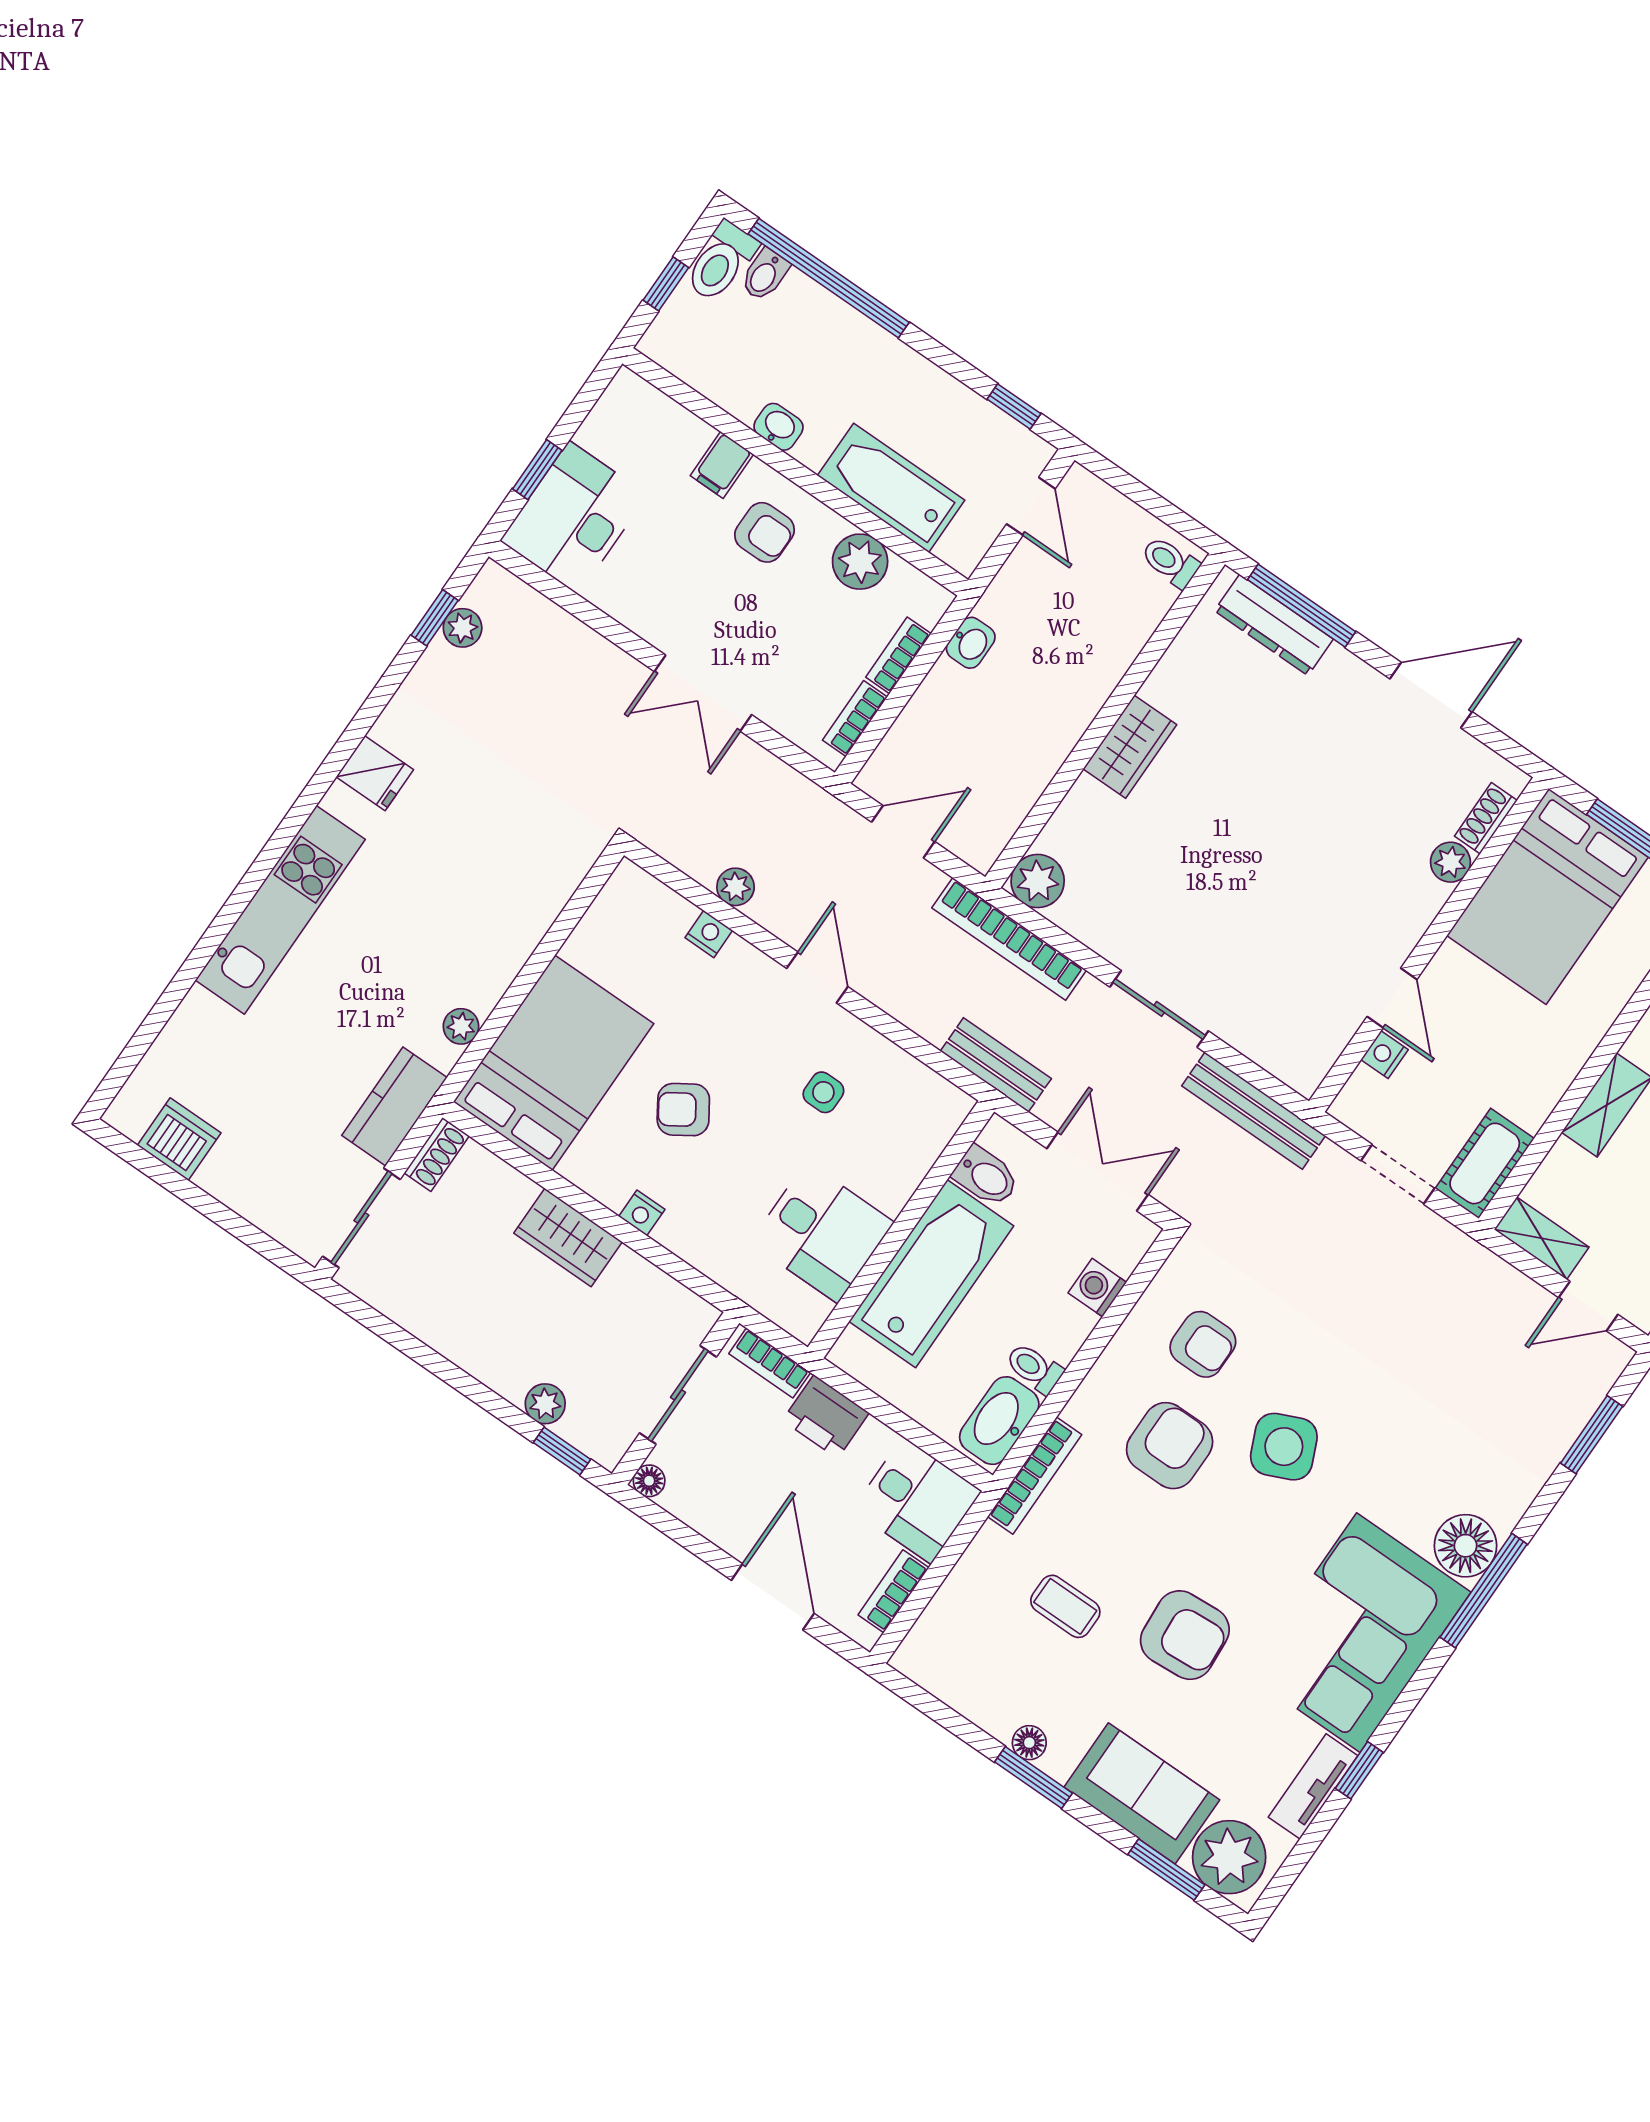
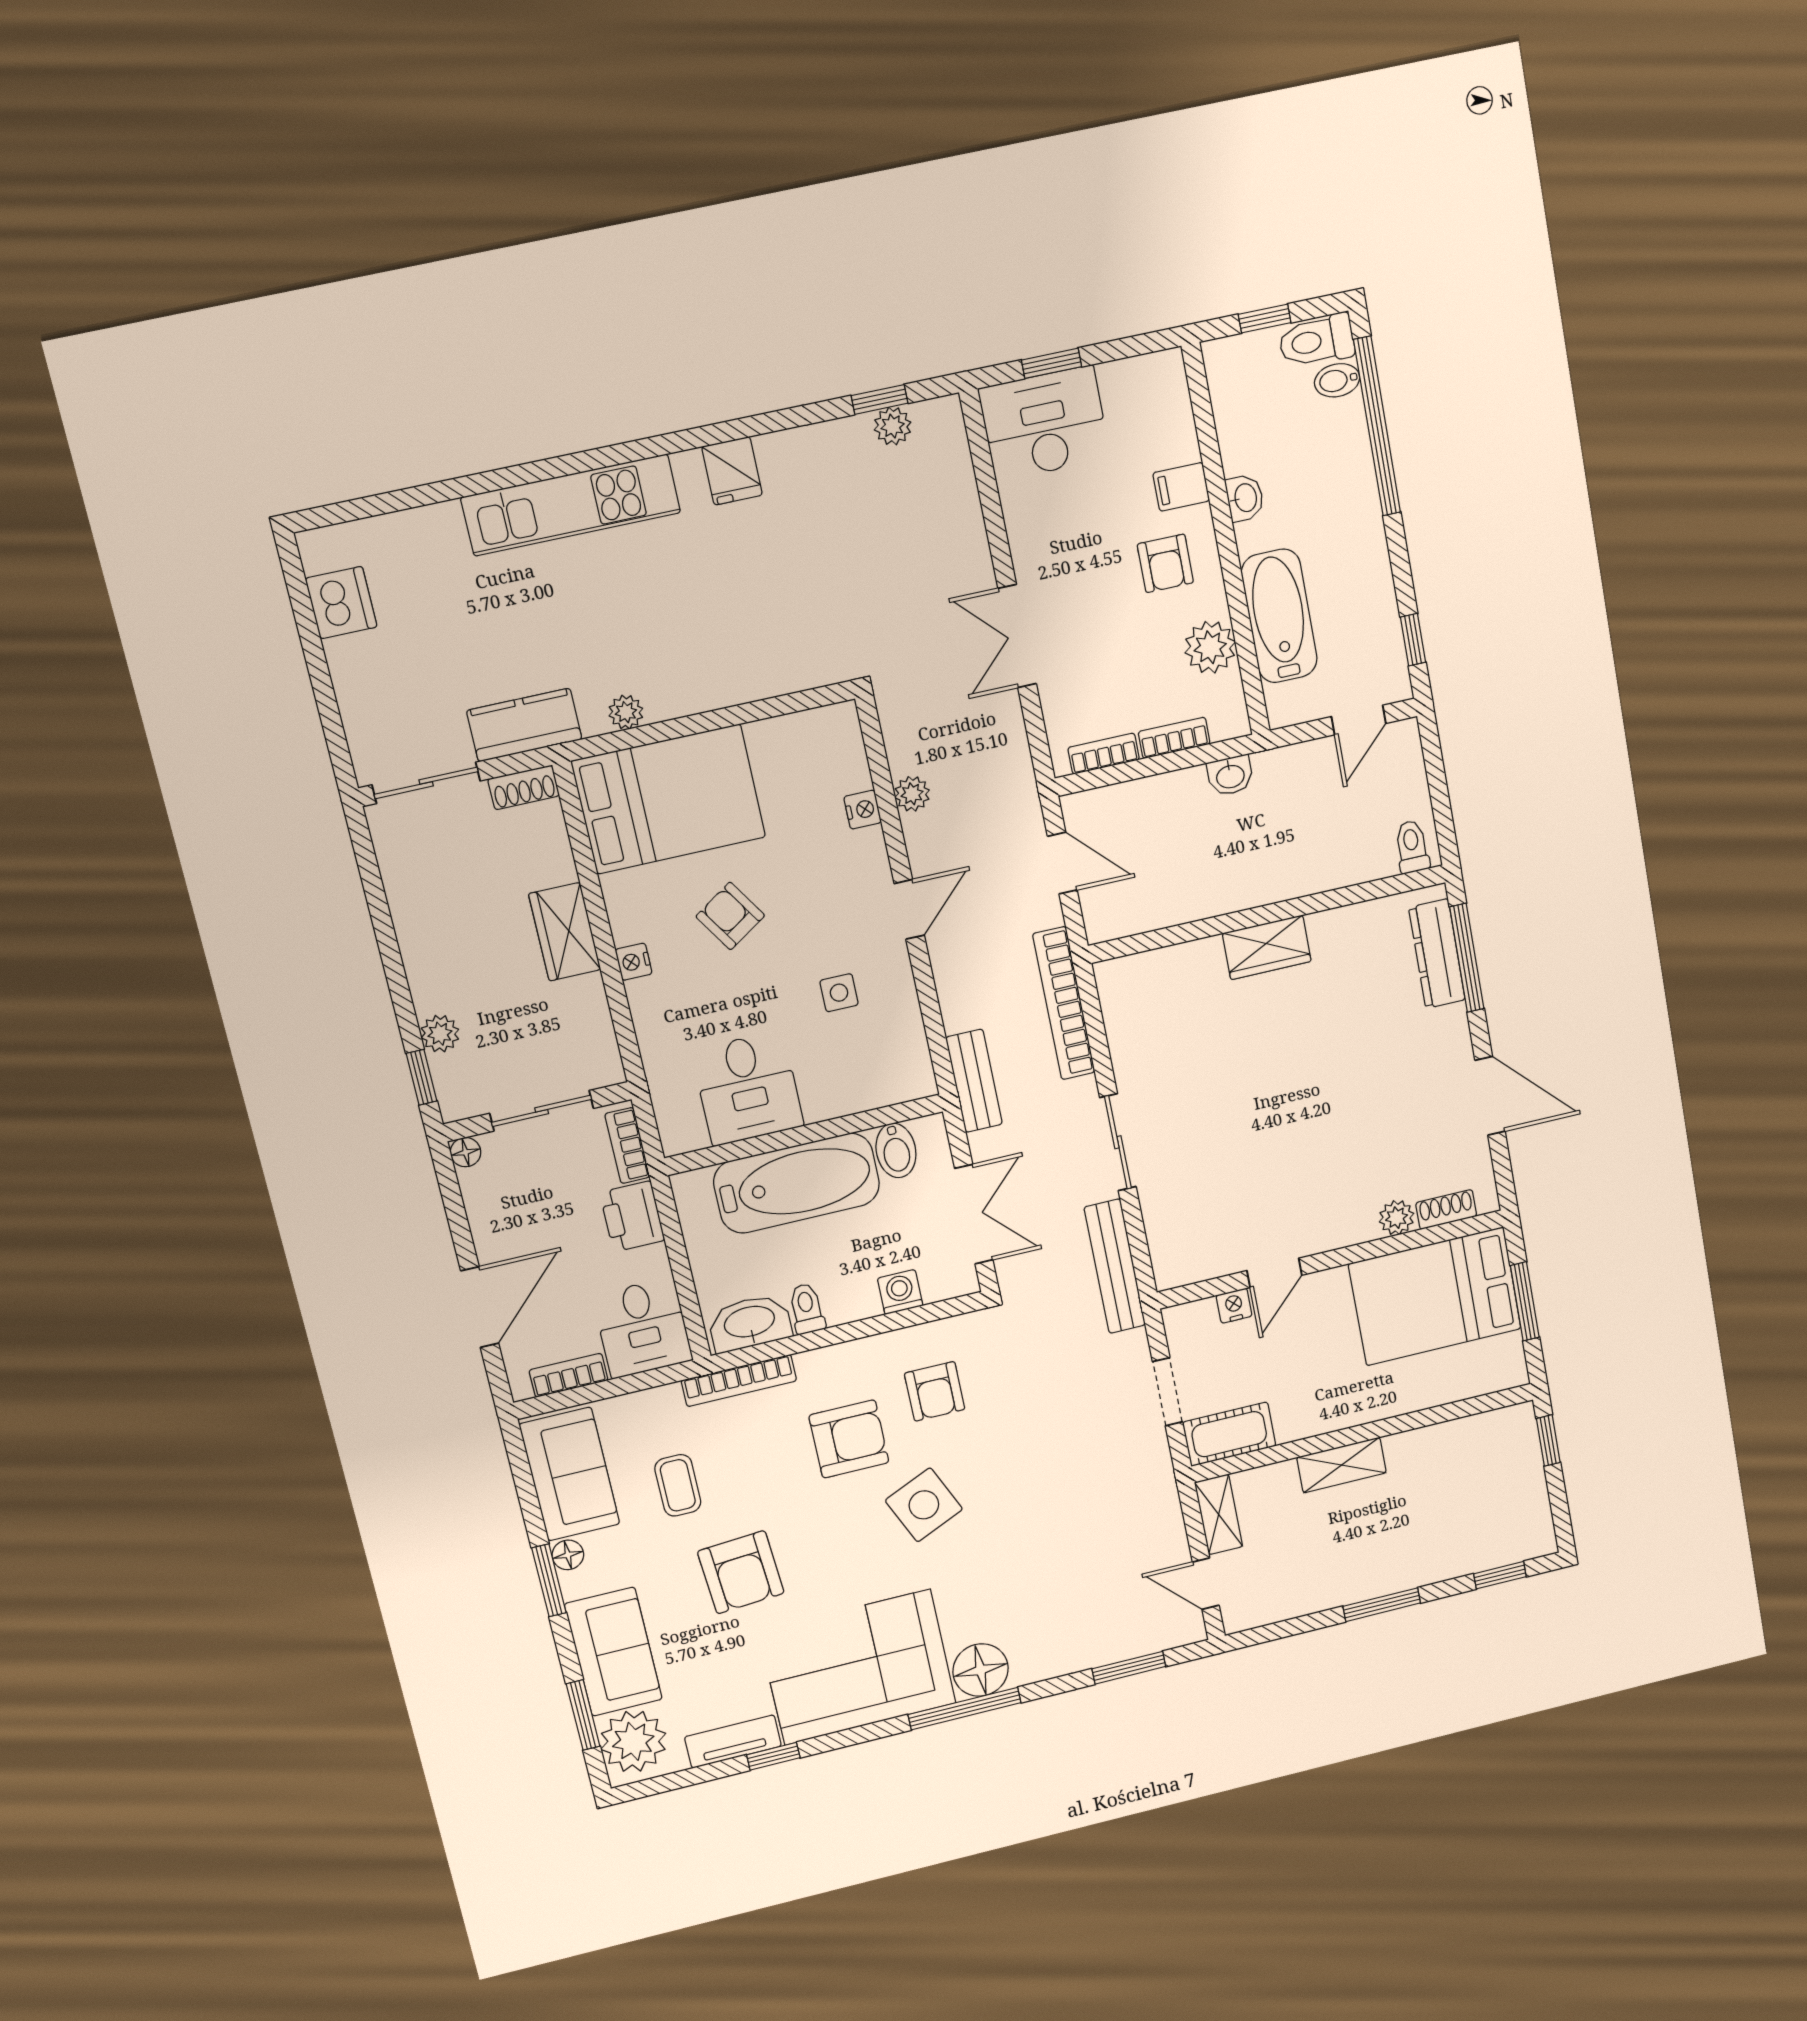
plant: (1038, 881) -> (1120, 981), removed
sofa: (969, 1673) -> (570, 1474), added

